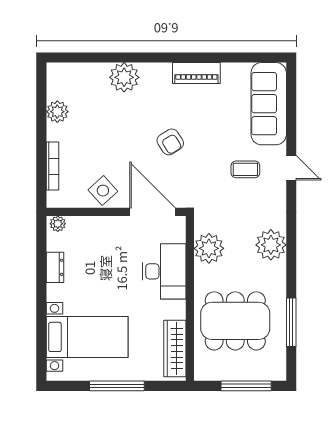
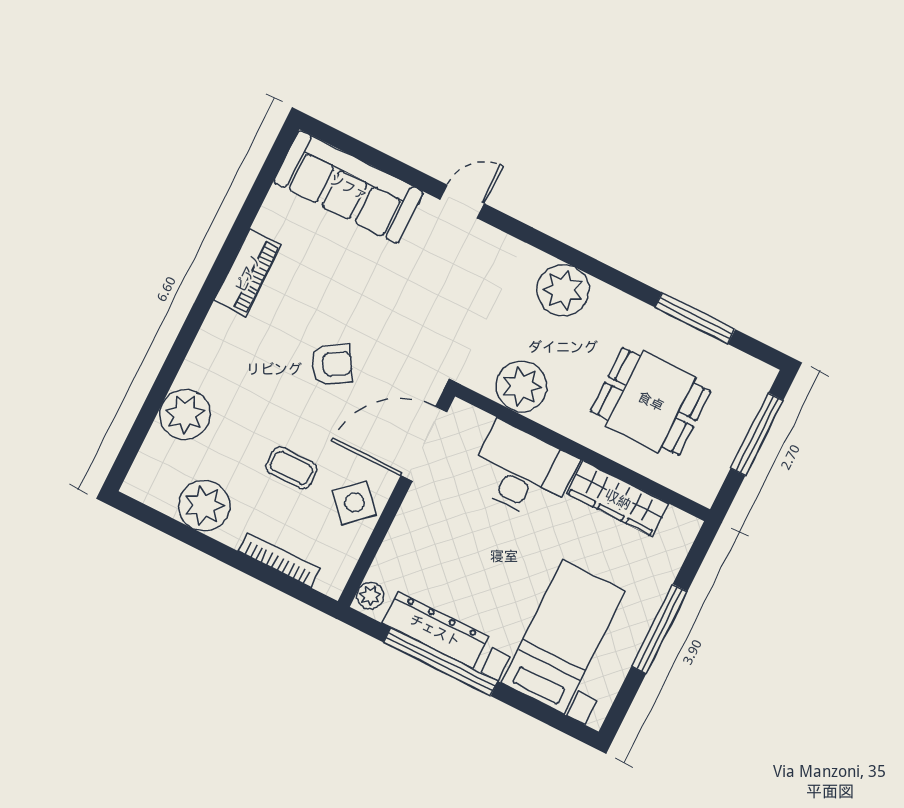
plant: (124, 77) -> (185, 414), moved
plant: (57, 112) -> (204, 506), width x1.36, depth x1.36
coffee table: (245, 169) -> (291, 468), moved, turned 90
dresser: (55, 267) -> (435, 630), width x1.96, depth x1.24
window: (41, 279) -> (441, 662), added
dining table: (235, 321) -> (651, 401), width x0.73
wardrobe: (175, 348) -> (618, 499), moved

